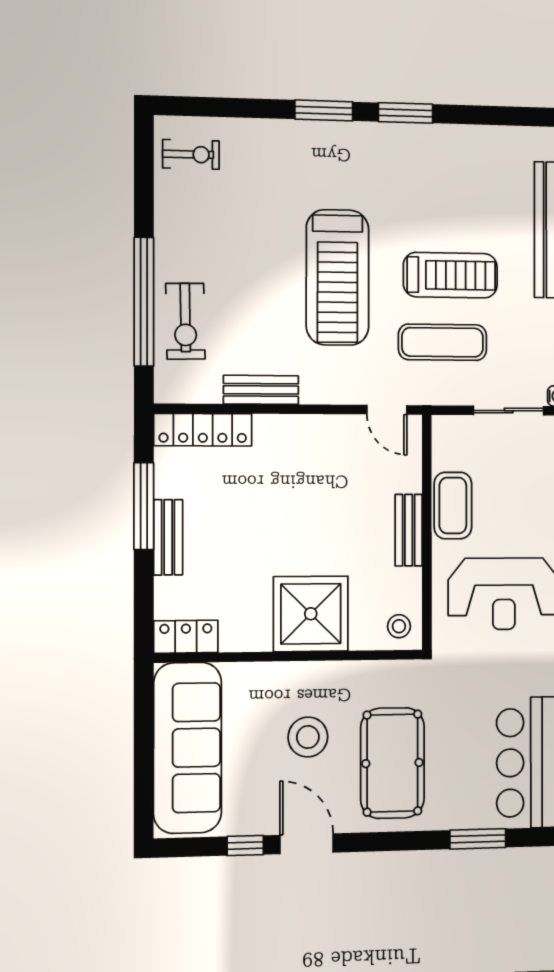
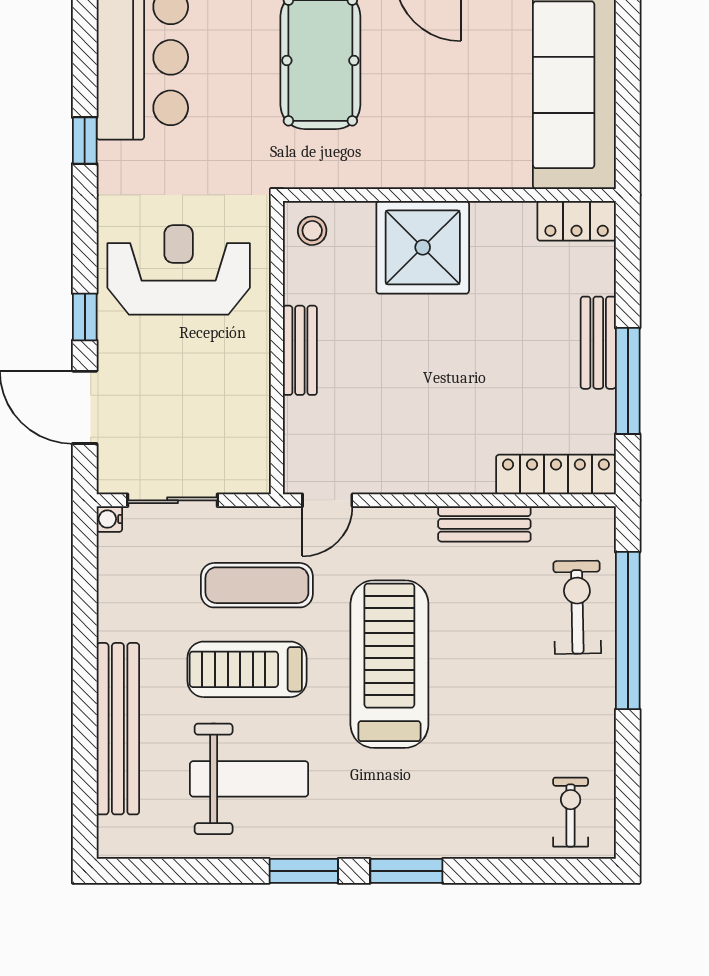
exercise bike: (191, 154) -> (571, 812), turned 90
weight bench: (449, 188) -> (249, 779), added
door: (387, 410) -> (327, 500), swing flipped
coffee table: (453, 506) -> (244, 381), removed
stool: (308, 737) -> (426, 95), removed

